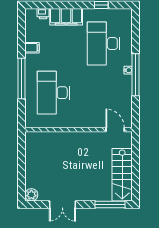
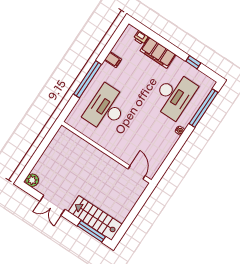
desk: (104, 44) -> (174, 95), turned 180
window: (136, 75) -> (204, 108), moved
stairs: (122, 175) -> (95, 218), moved, turned 90

